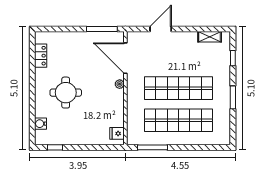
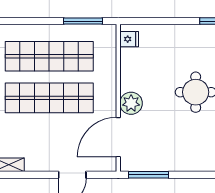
door: (125, 58) -> (118, 137), swing flipped
plant: (120, 84) -> (131, 103), width x1.87, depth x1.87

